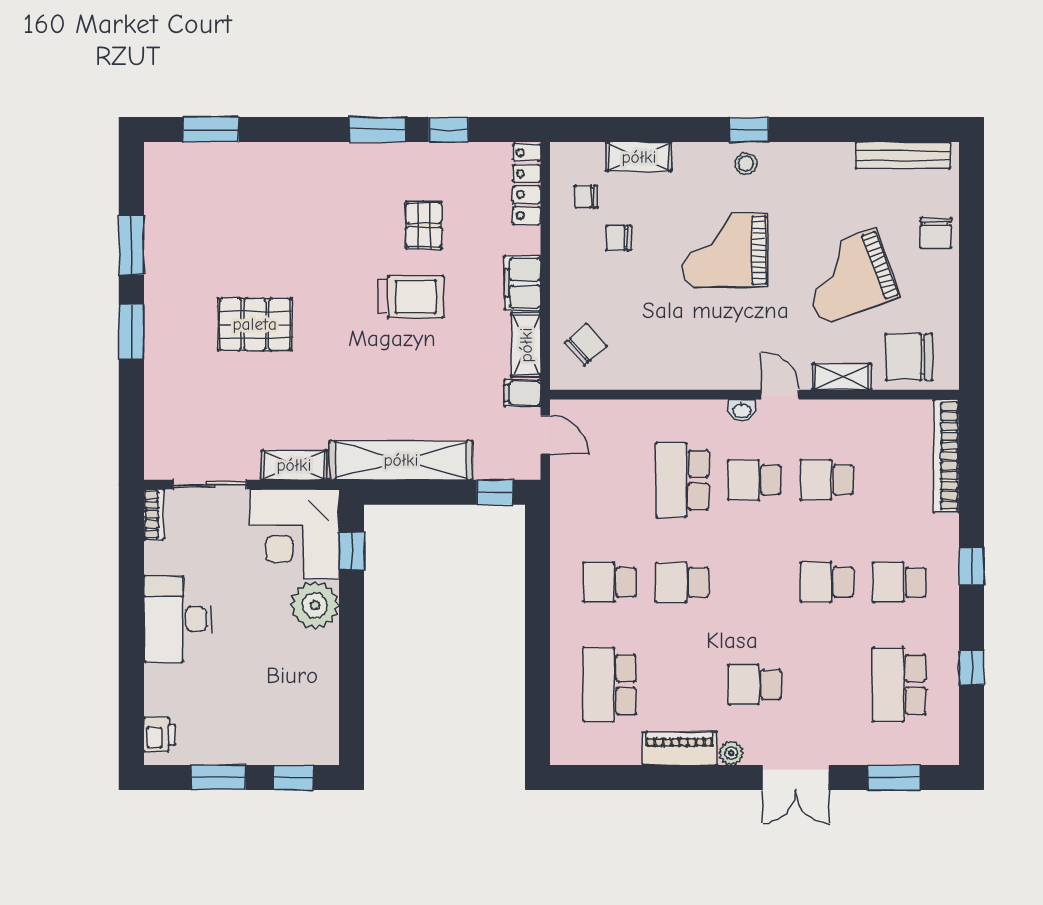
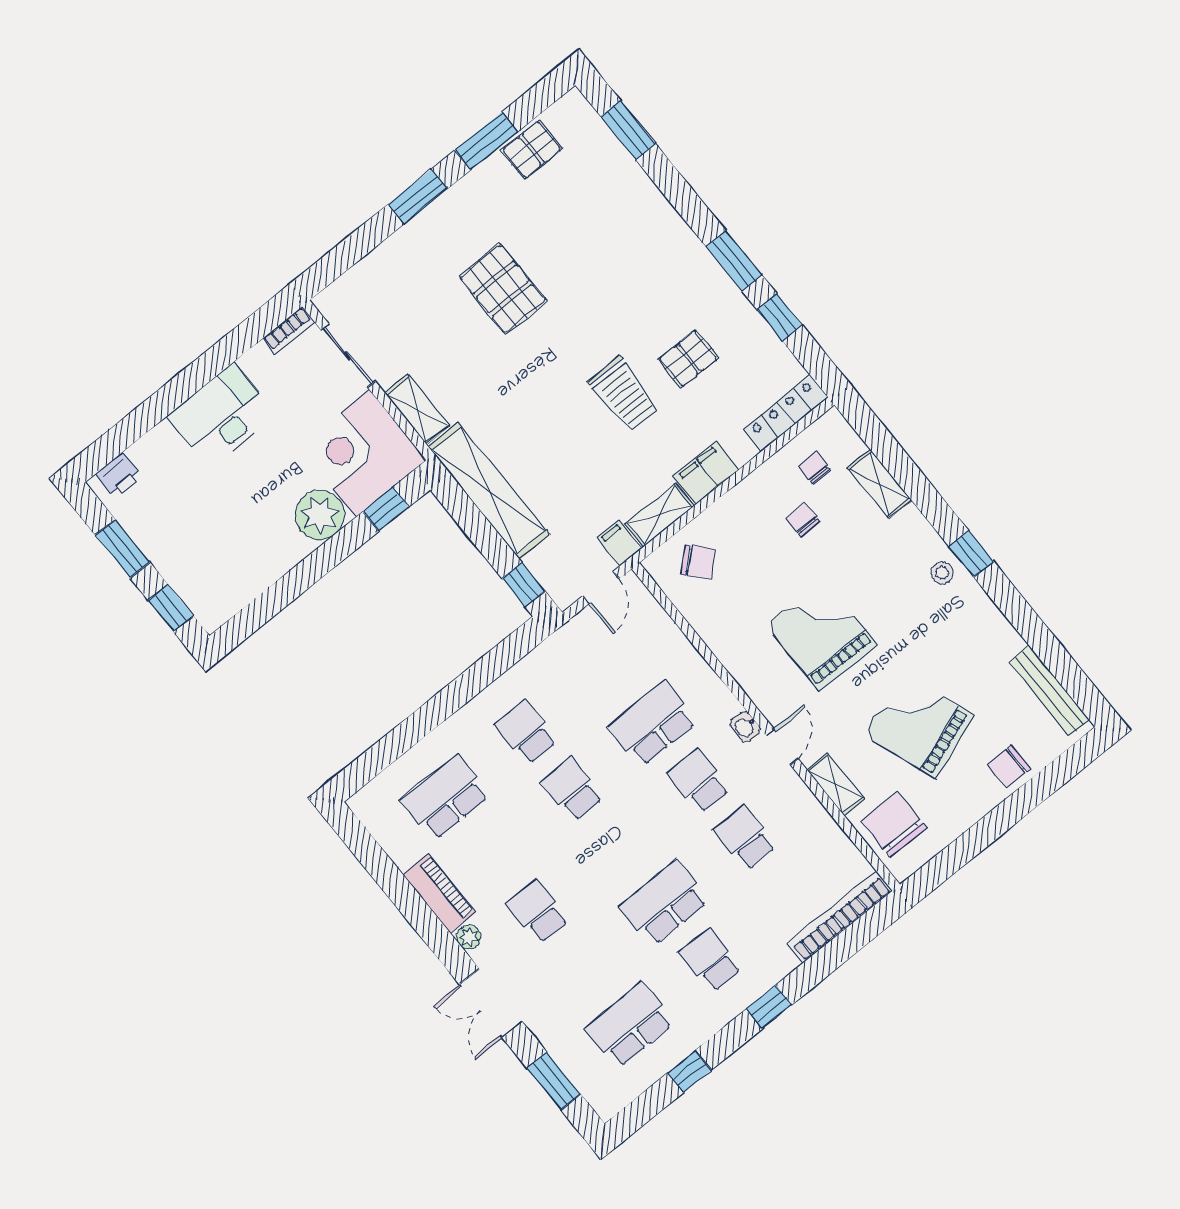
pallet: (166, 216) -> (532, 150), added
grand piano: (725, 250) -> (821, 634), moved
school desk: (827, 582) -> (664, 903), width x1.85

